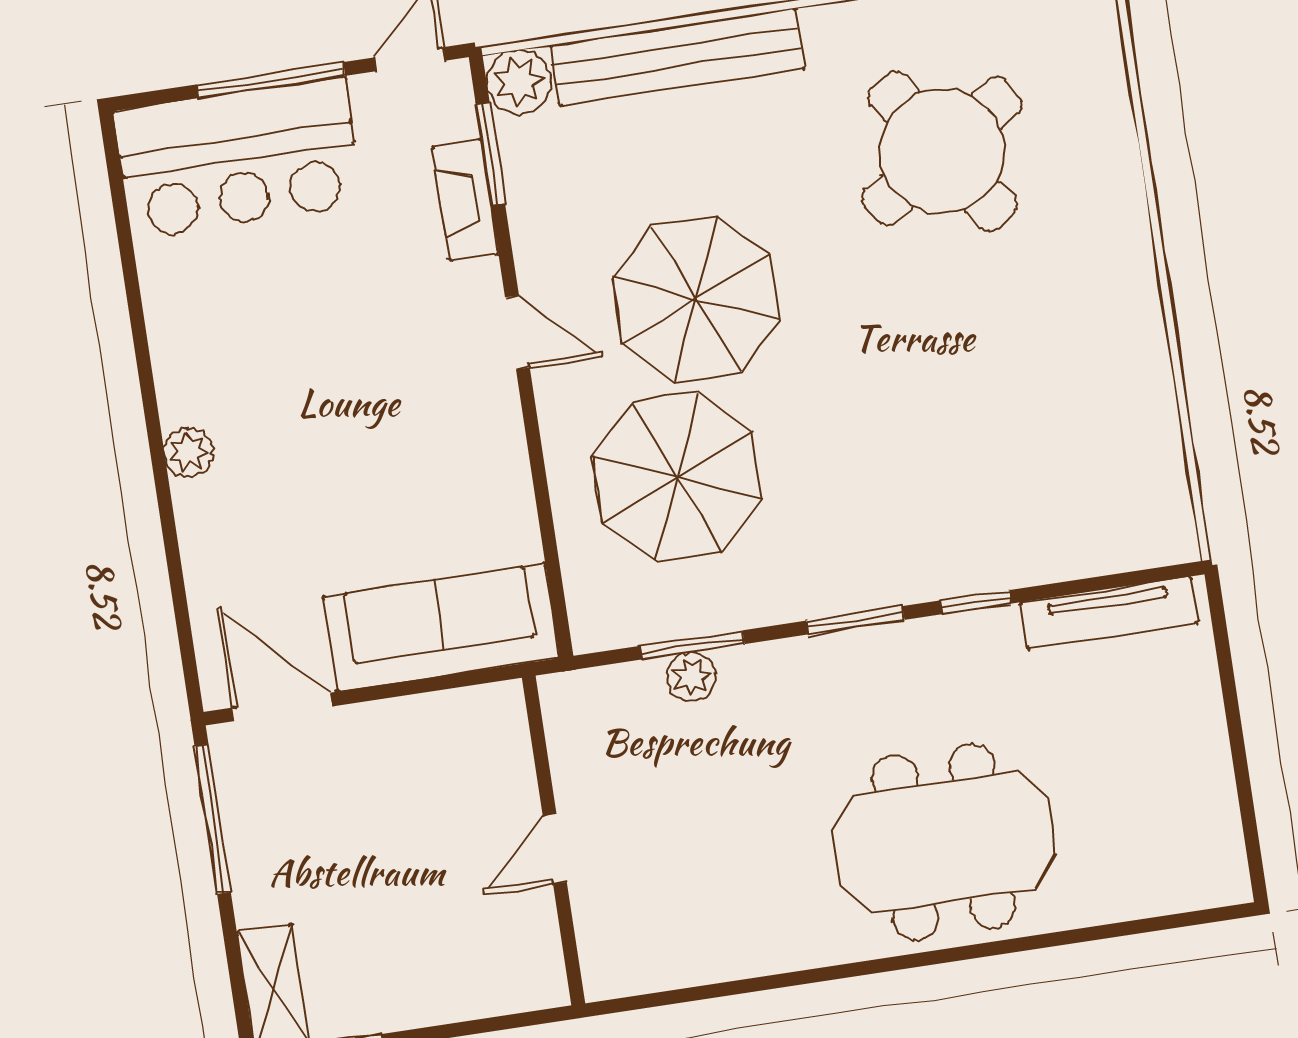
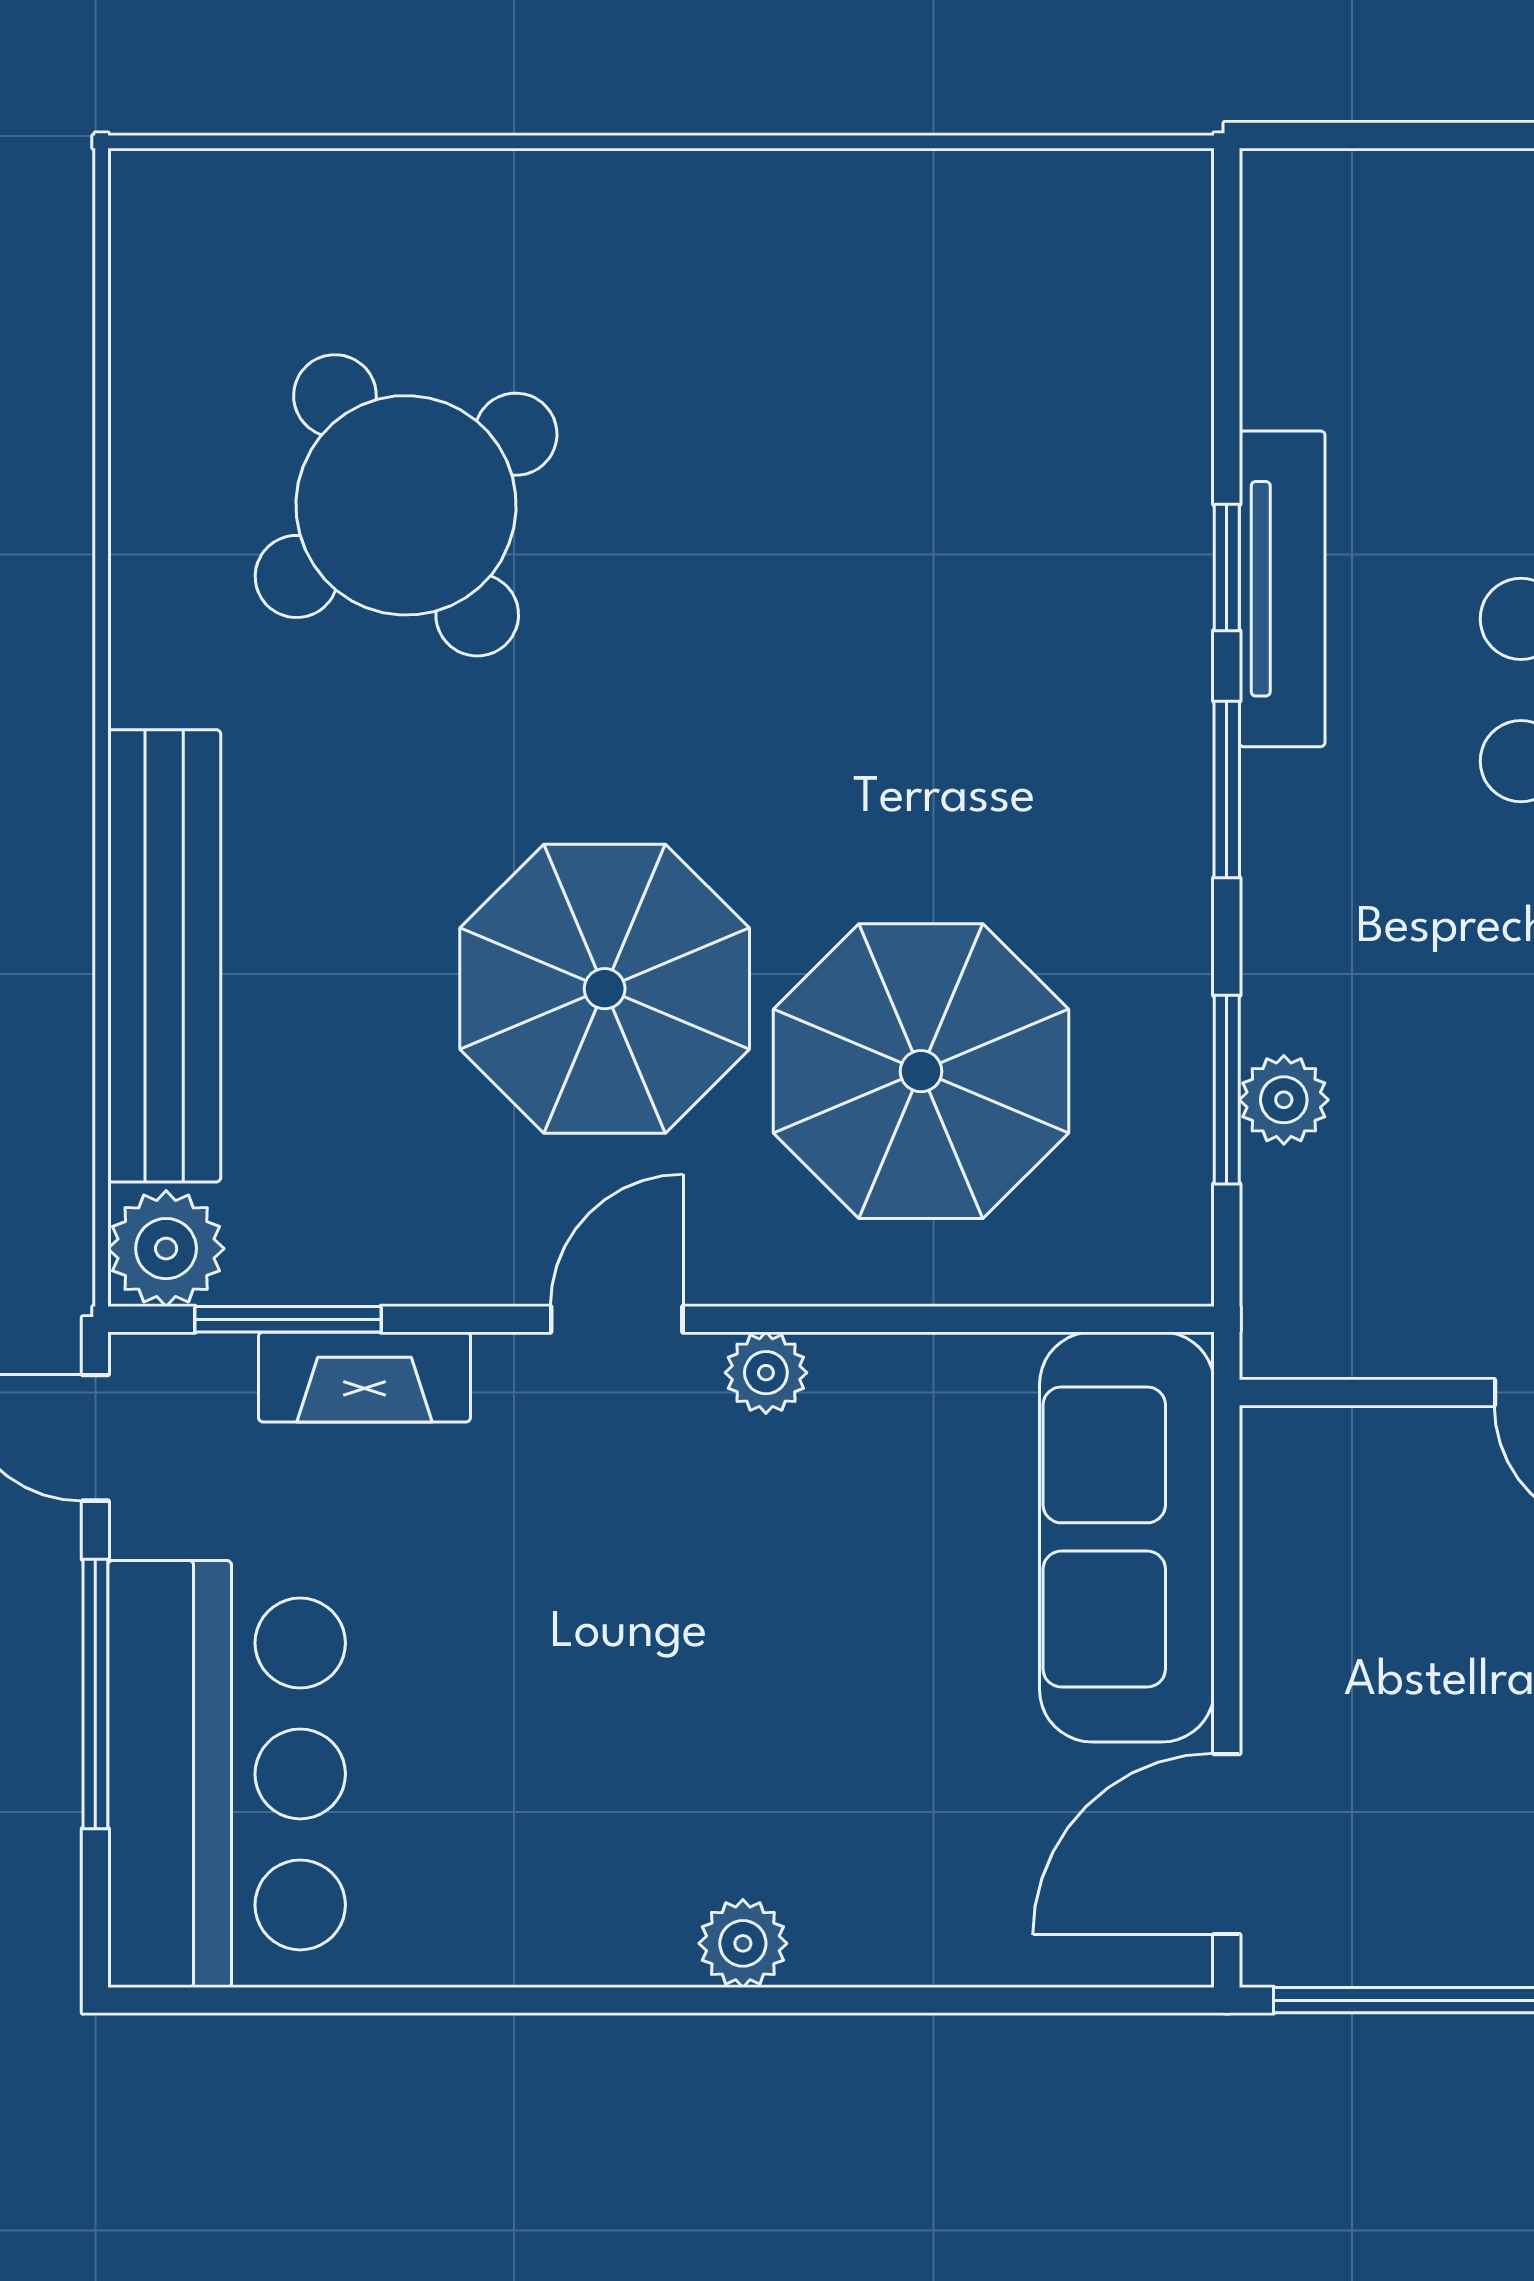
plant: (501, 418) -> (766, 1373), added
tv unit: (1109, 613) -> (1282, 589), moved

